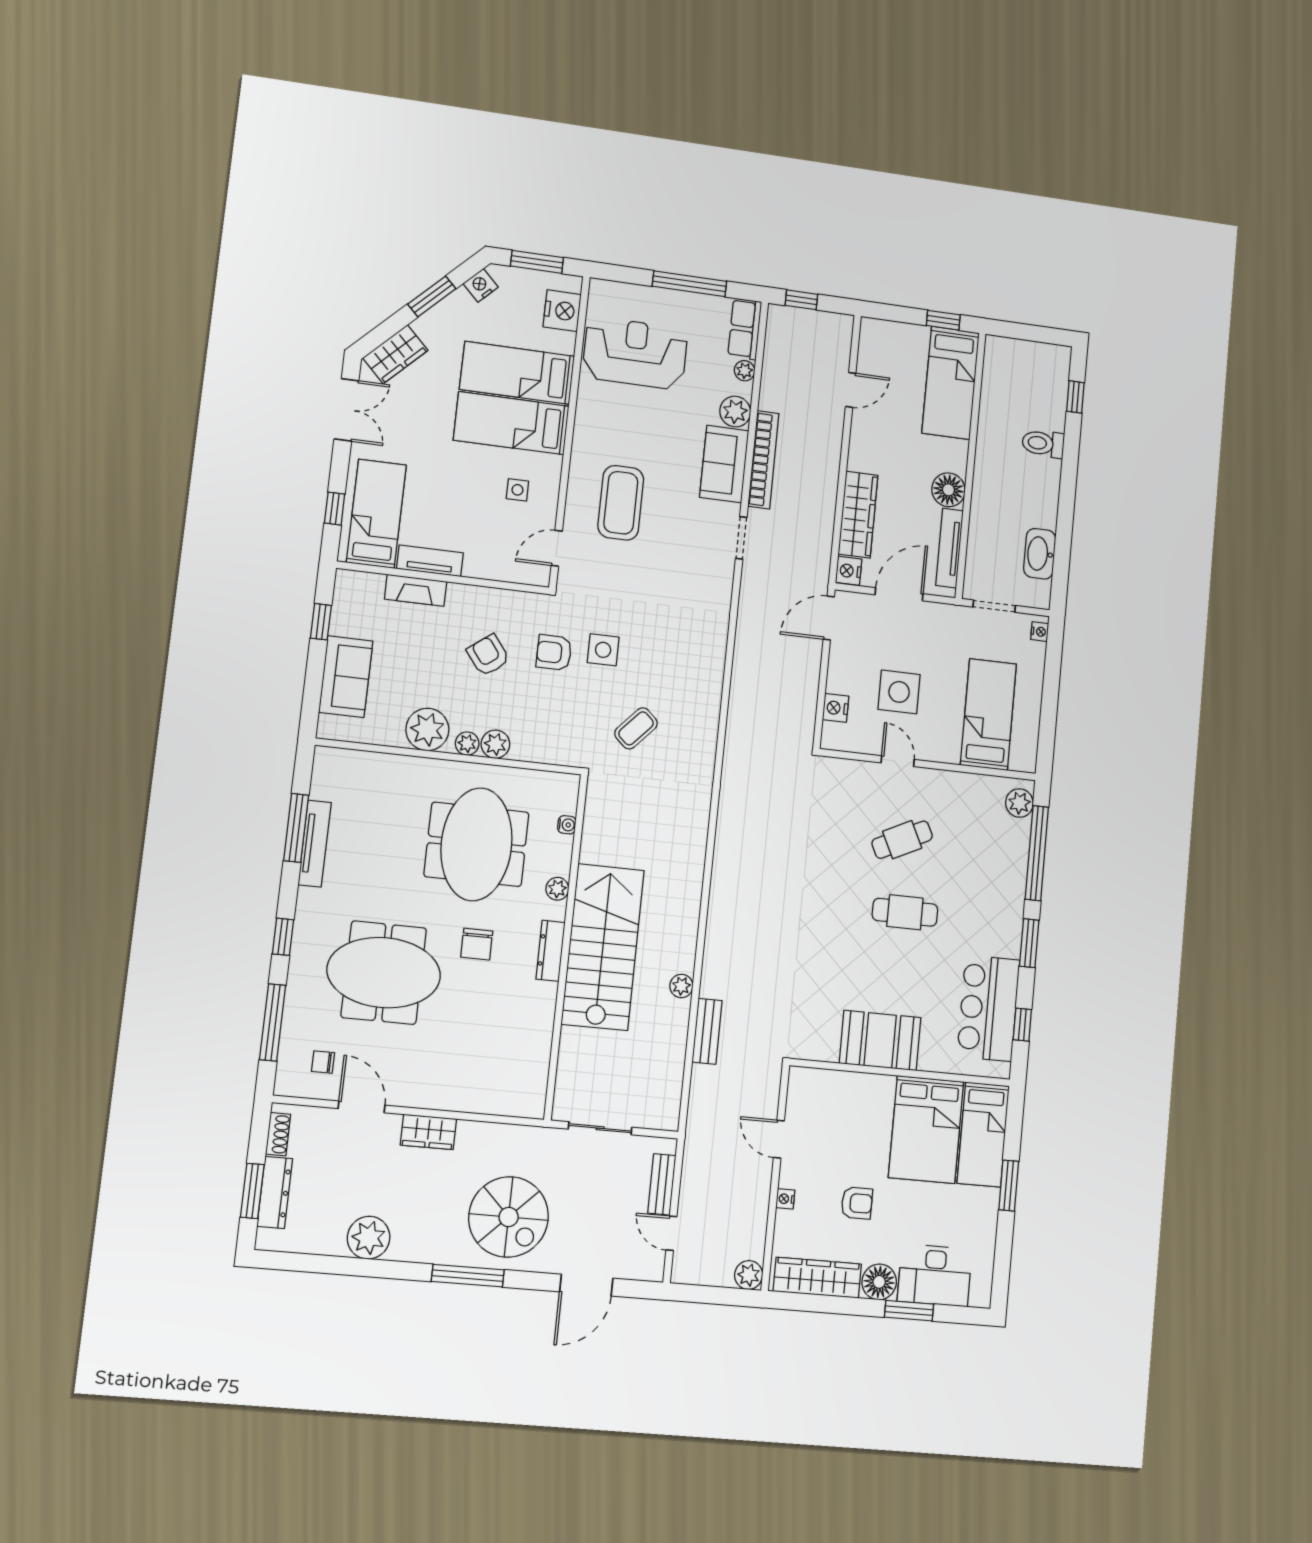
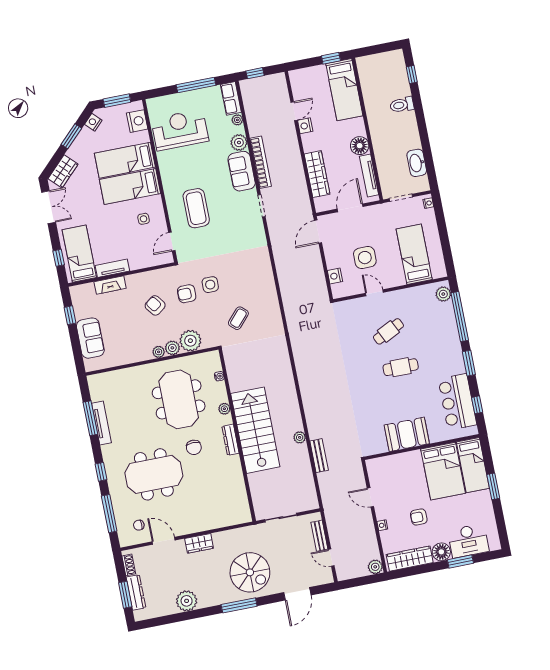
nightstand: (849, 571) -> (305, 126), moved
plant: (427, 729) -> (190, 341), moved
armchair: (857, 1203) -> (419, 517), turned 180

